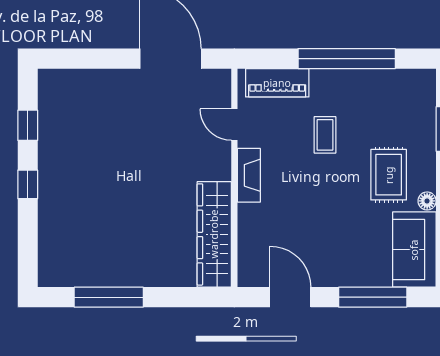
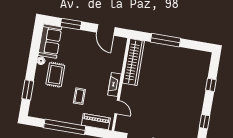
window: (28, 184) -> (211, 85), moved
window: (109, 297) -> (166, 40), moved
window: (373, 297) -> (71, 24), width x0.69

